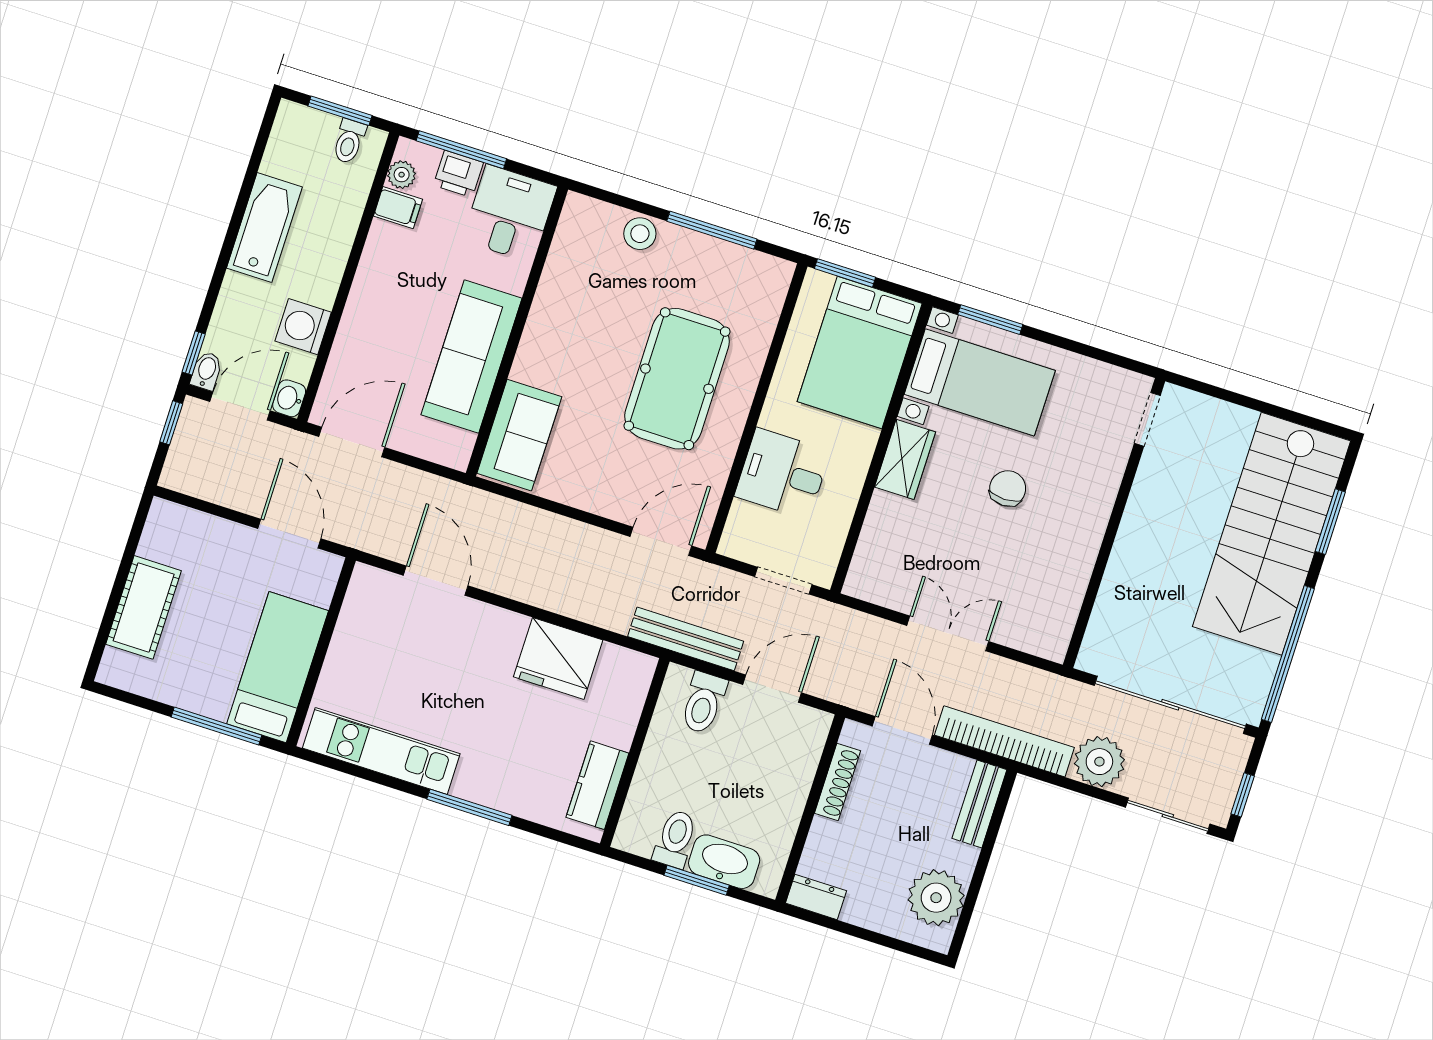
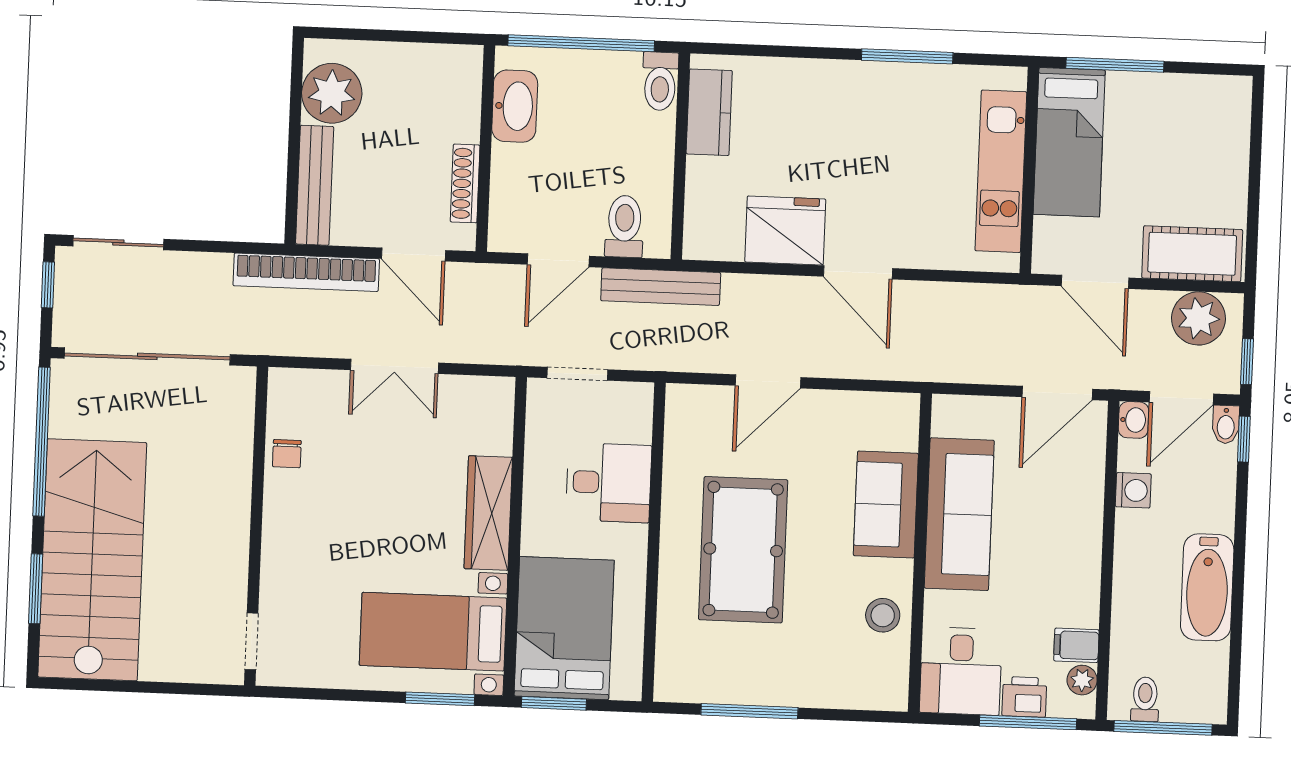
window: (340, 111) -> (1163, 728), width x1.44
stool: (640, 234) -> (883, 615), moved
window: (845, 273) -> (554, 703), moved
washing machine: (303, 327) -> (1133, 490), width x0.73, depth x0.73
sofa: (519, 435) -> (886, 505), moved
wardrobe: (905, 459) -> (488, 513), width x1.50
chair: (1008, 488) -> (287, 454), moved, width x0.73, depth x0.73
door: (661, 541) -> (768, 381), moved
door: (436, 581) -> (858, 272), moved
cot: (144, 607) -> (1192, 254), moved, turned 90
kitchen unit: (381, 751) -> (1001, 171), moved, turned 90
plant: (1099, 762) -> (1199, 318), moved
bench: (979, 804) -> (315, 185), width x1.36
window: (469, 807) -> (907, 56), moved
toilet: (675, 839) -> (660, 81), moved
washbasin: (724, 862) -> (515, 106), moved, turned -90
window: (697, 880) -> (581, 43), width x2.11
dresser: (816, 897) -> (455, 60), removed

